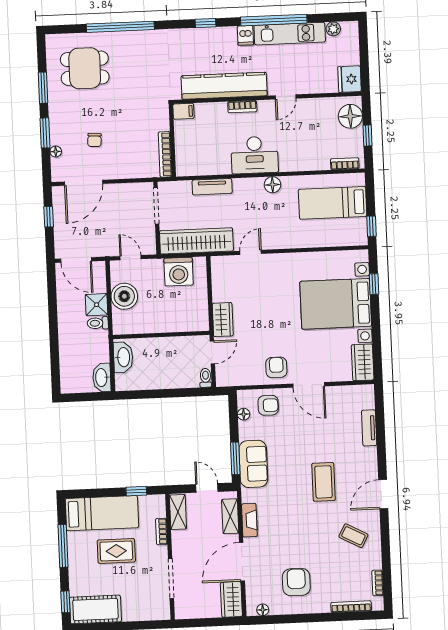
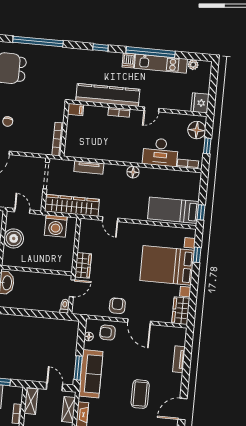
desk: (255, 155) -> (160, 152), moved
bed: (333, 203) -> (173, 210), moved
door: (251, 252) -> (110, 219), swing flipped
armchair: (268, 405) -> (108, 333), turned 180
sofa: (253, 464) -> (91, 374), width x1.36

